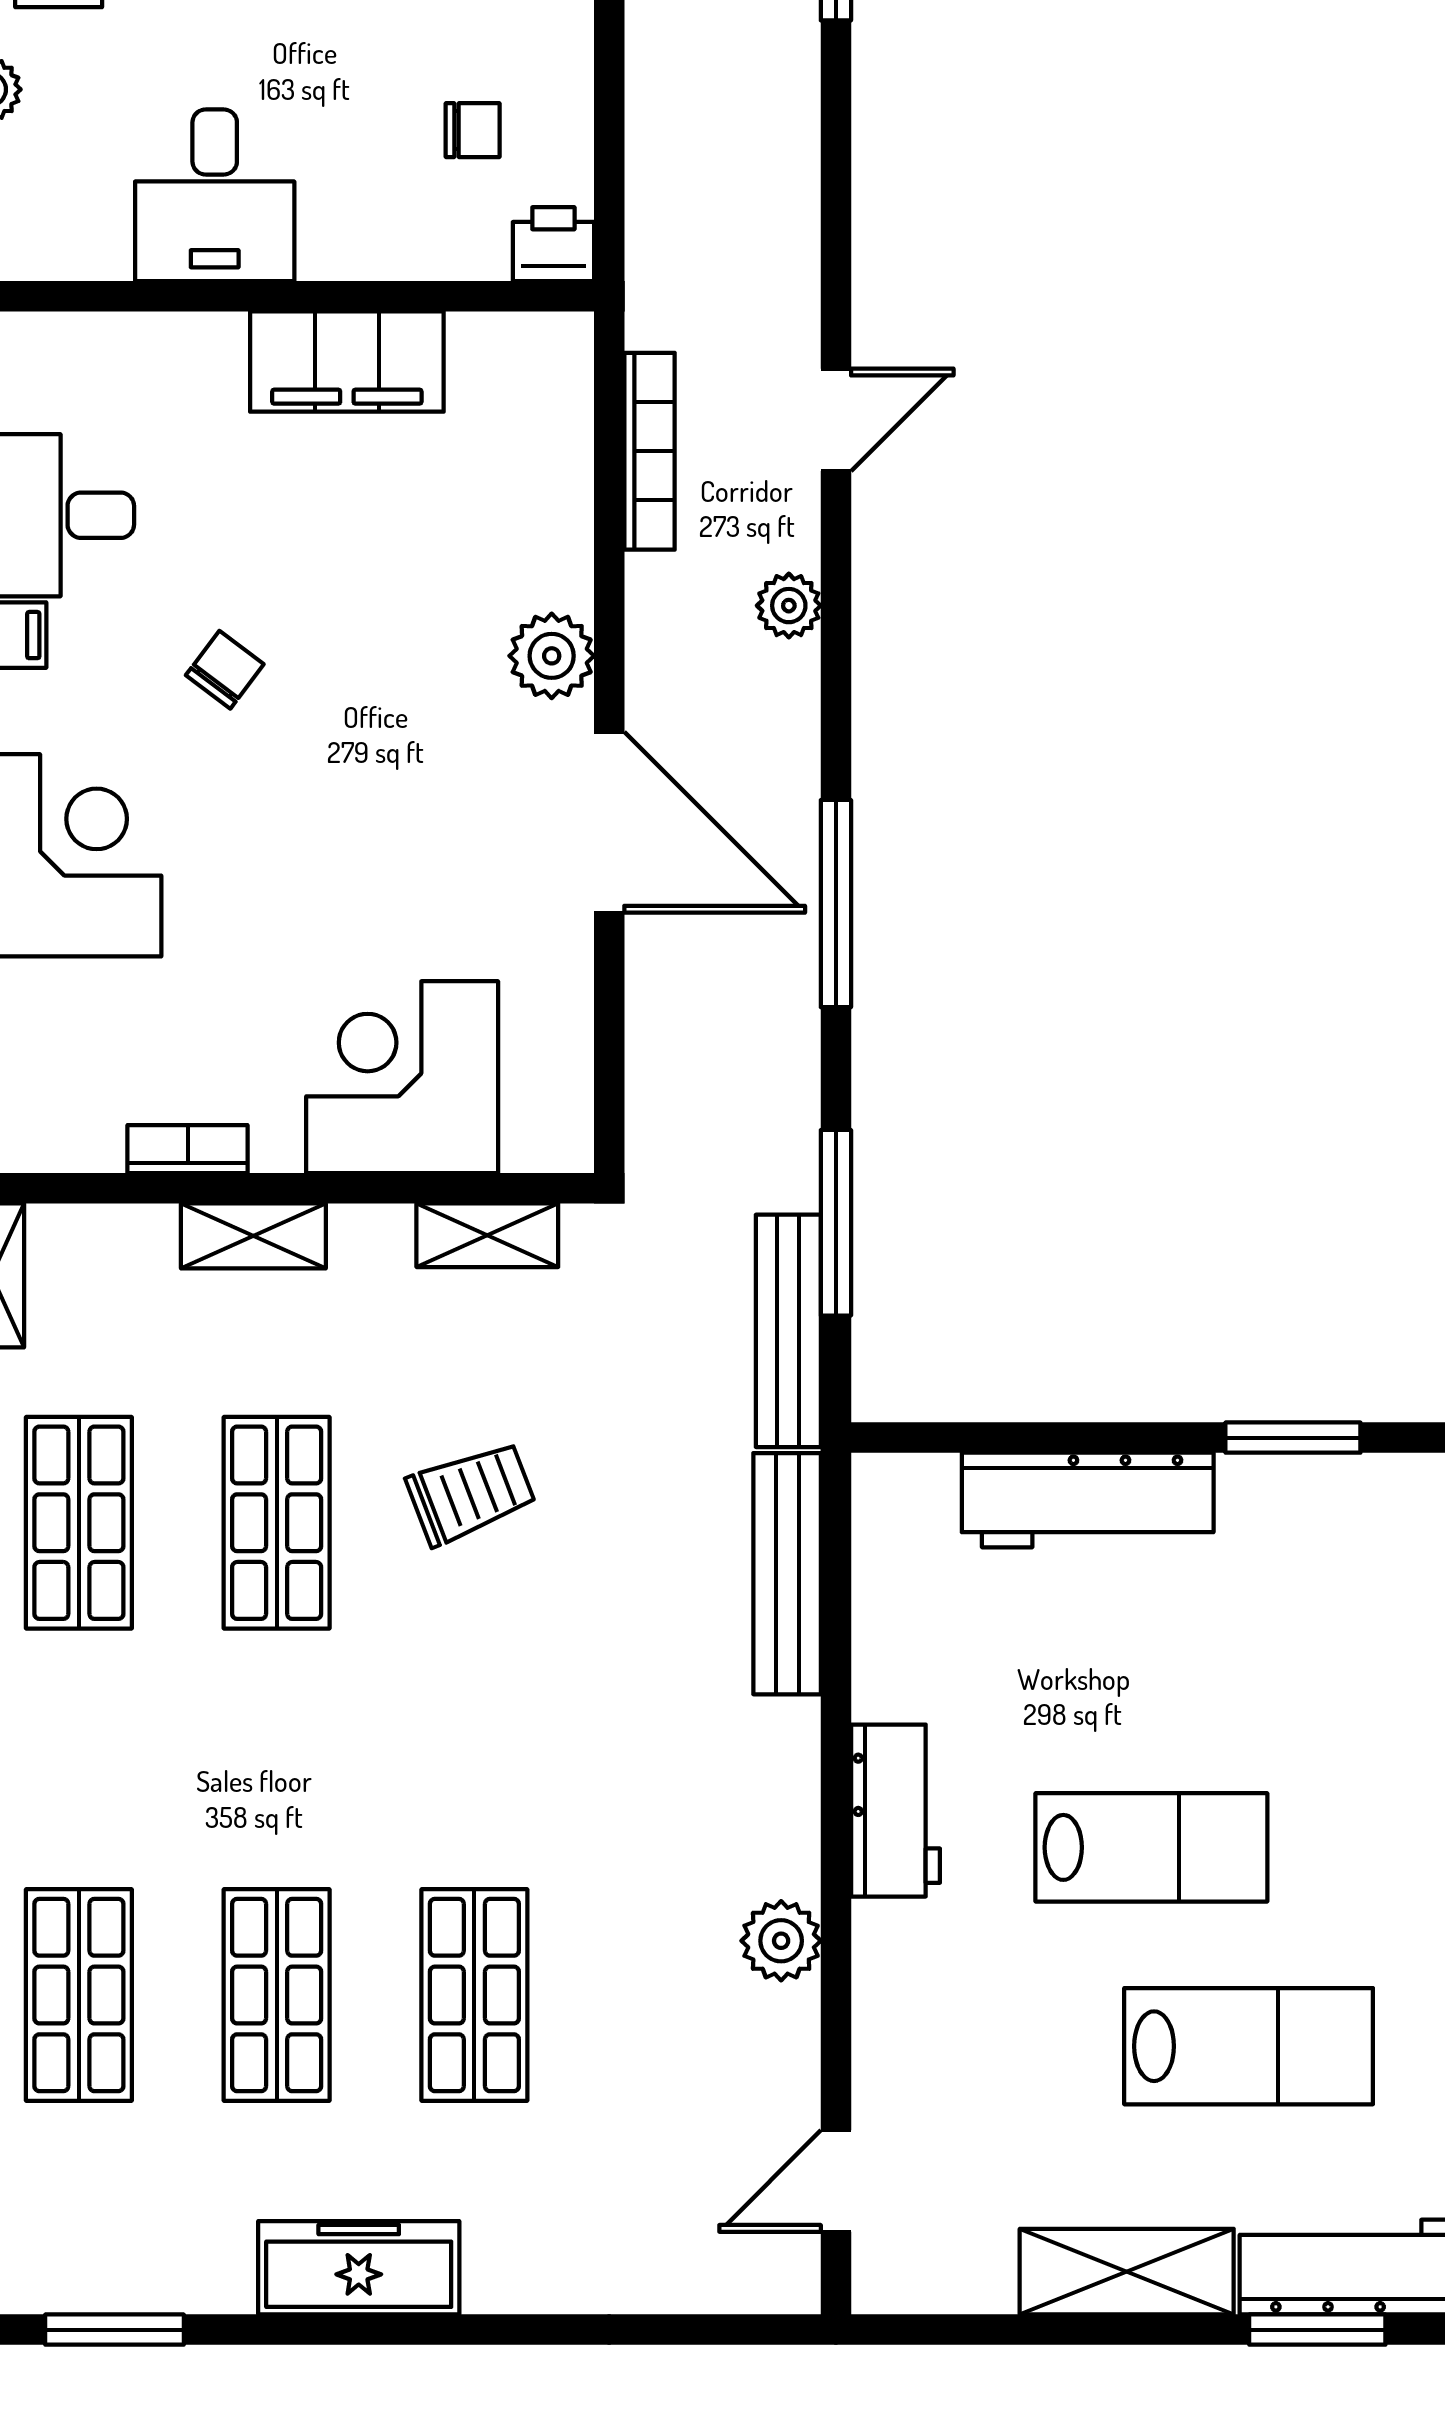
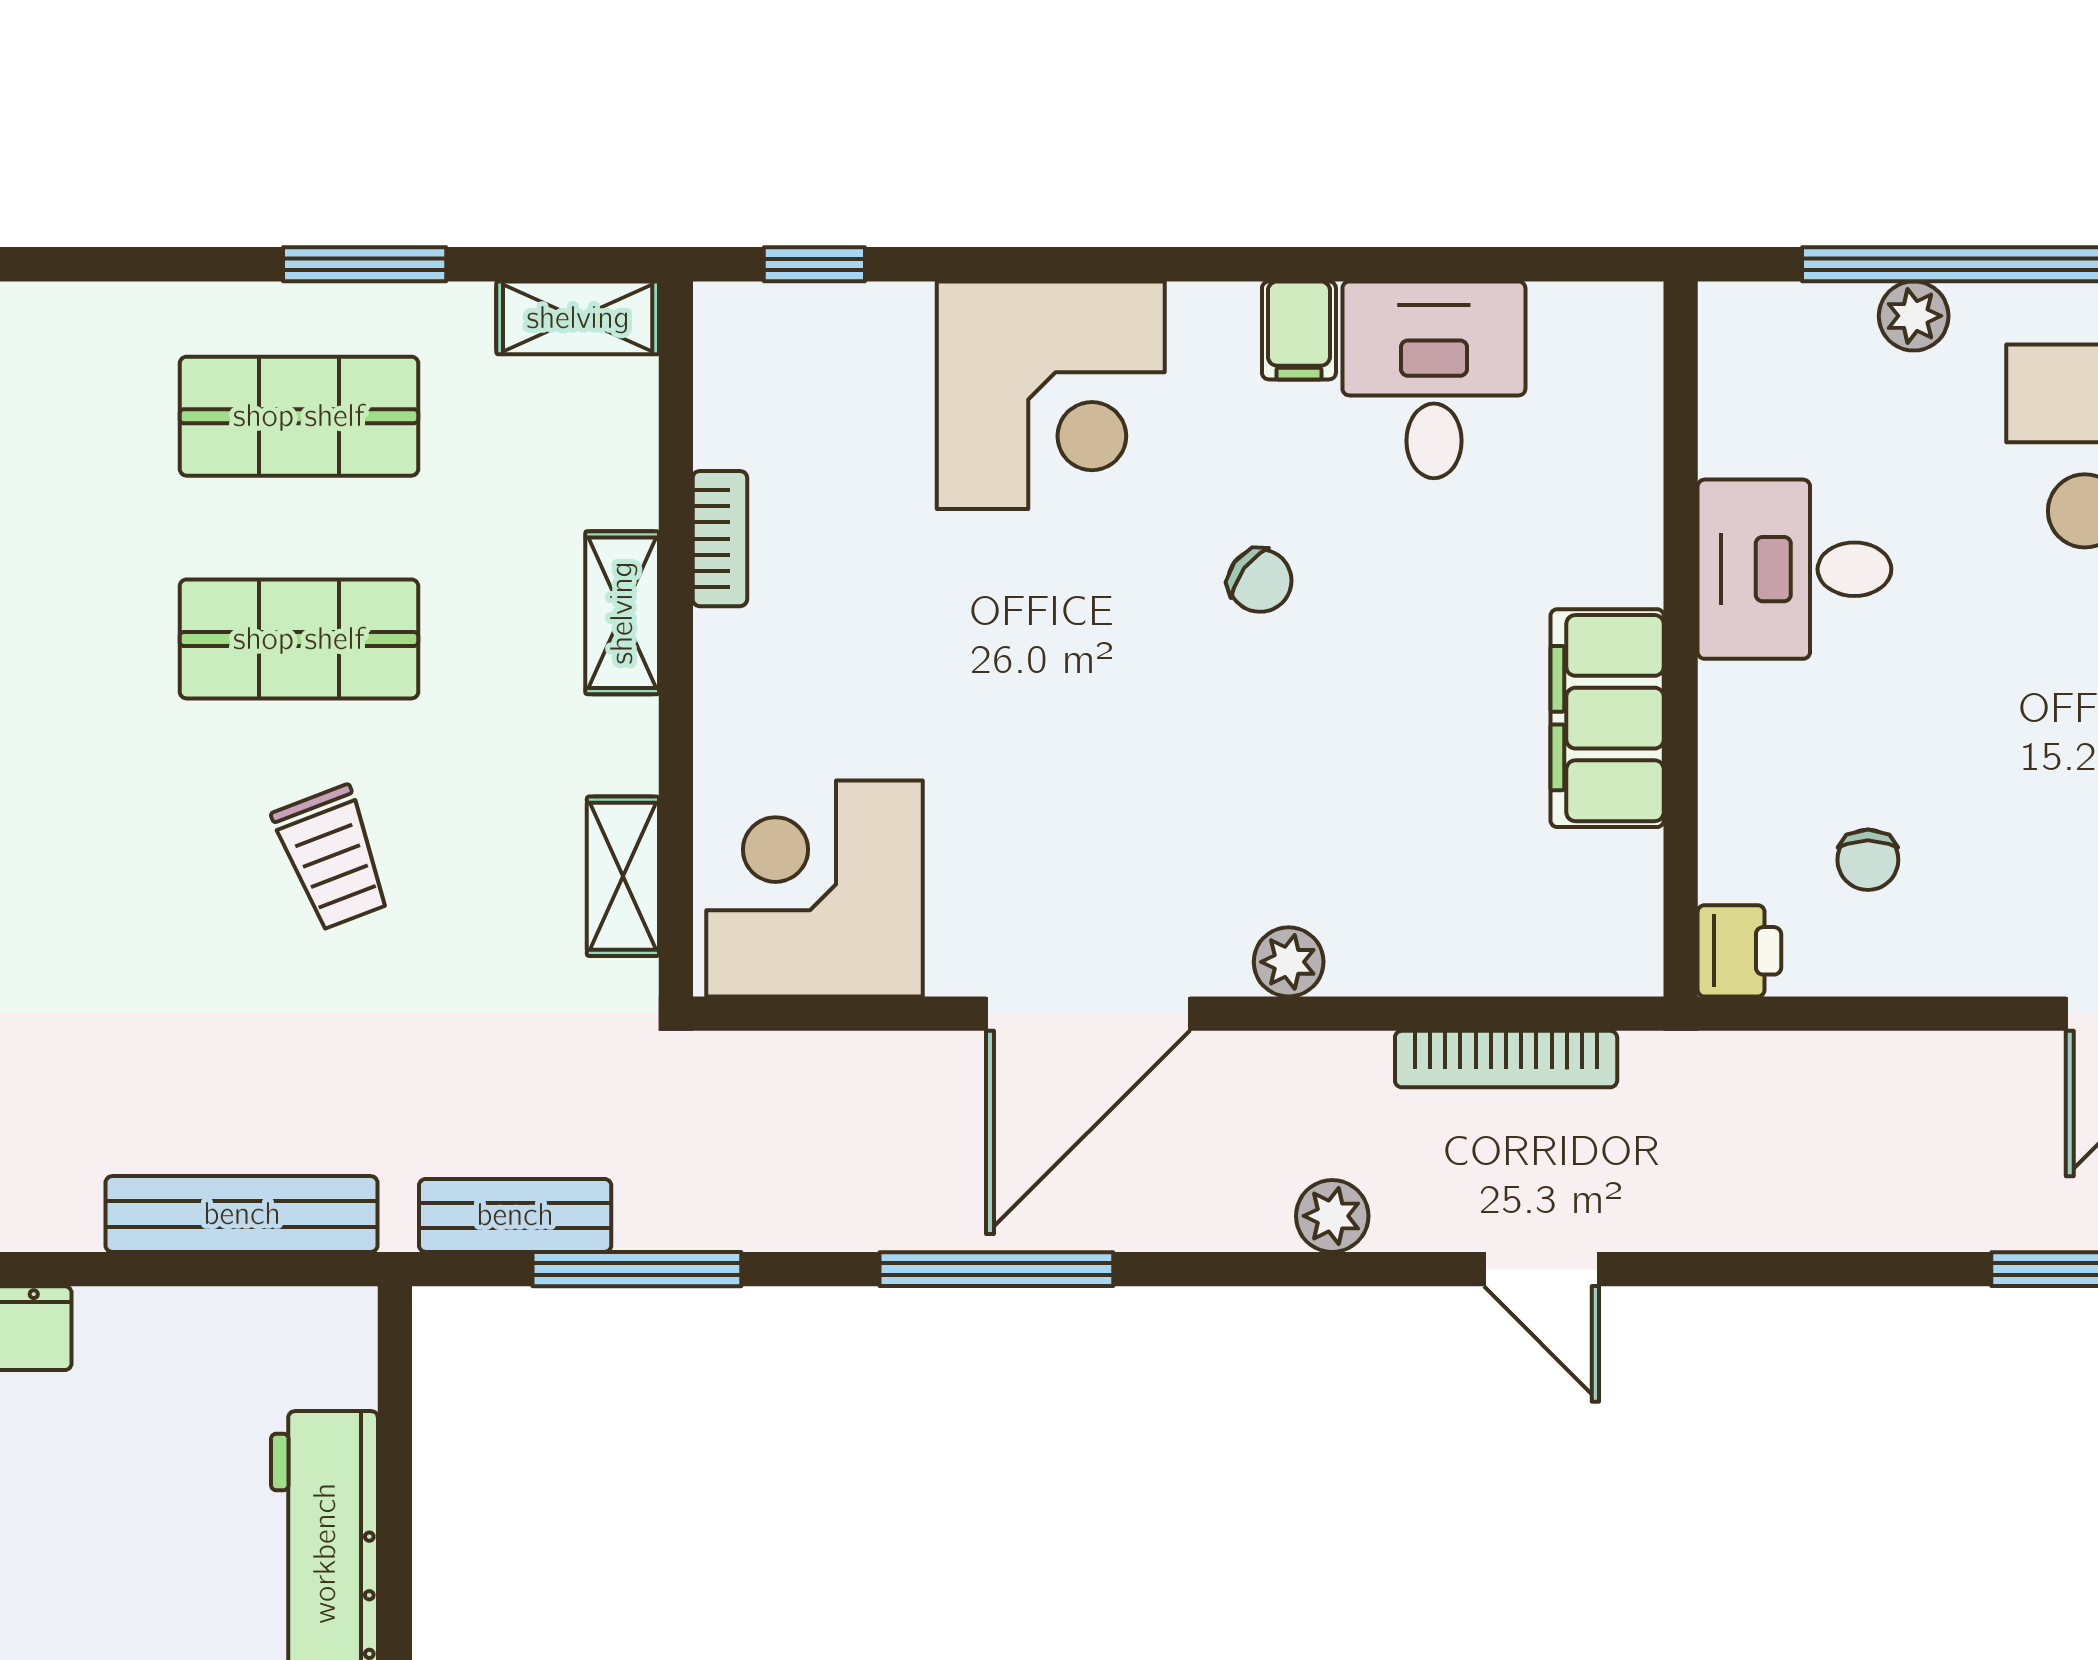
plant: (552, 656) -> (1289, 962), width x0.73, depth x0.73
corner desk: (402, 1077) -> (814, 888), moved, turned -90
bench: (788, 1331) -> (515, 1215), width x0.73

